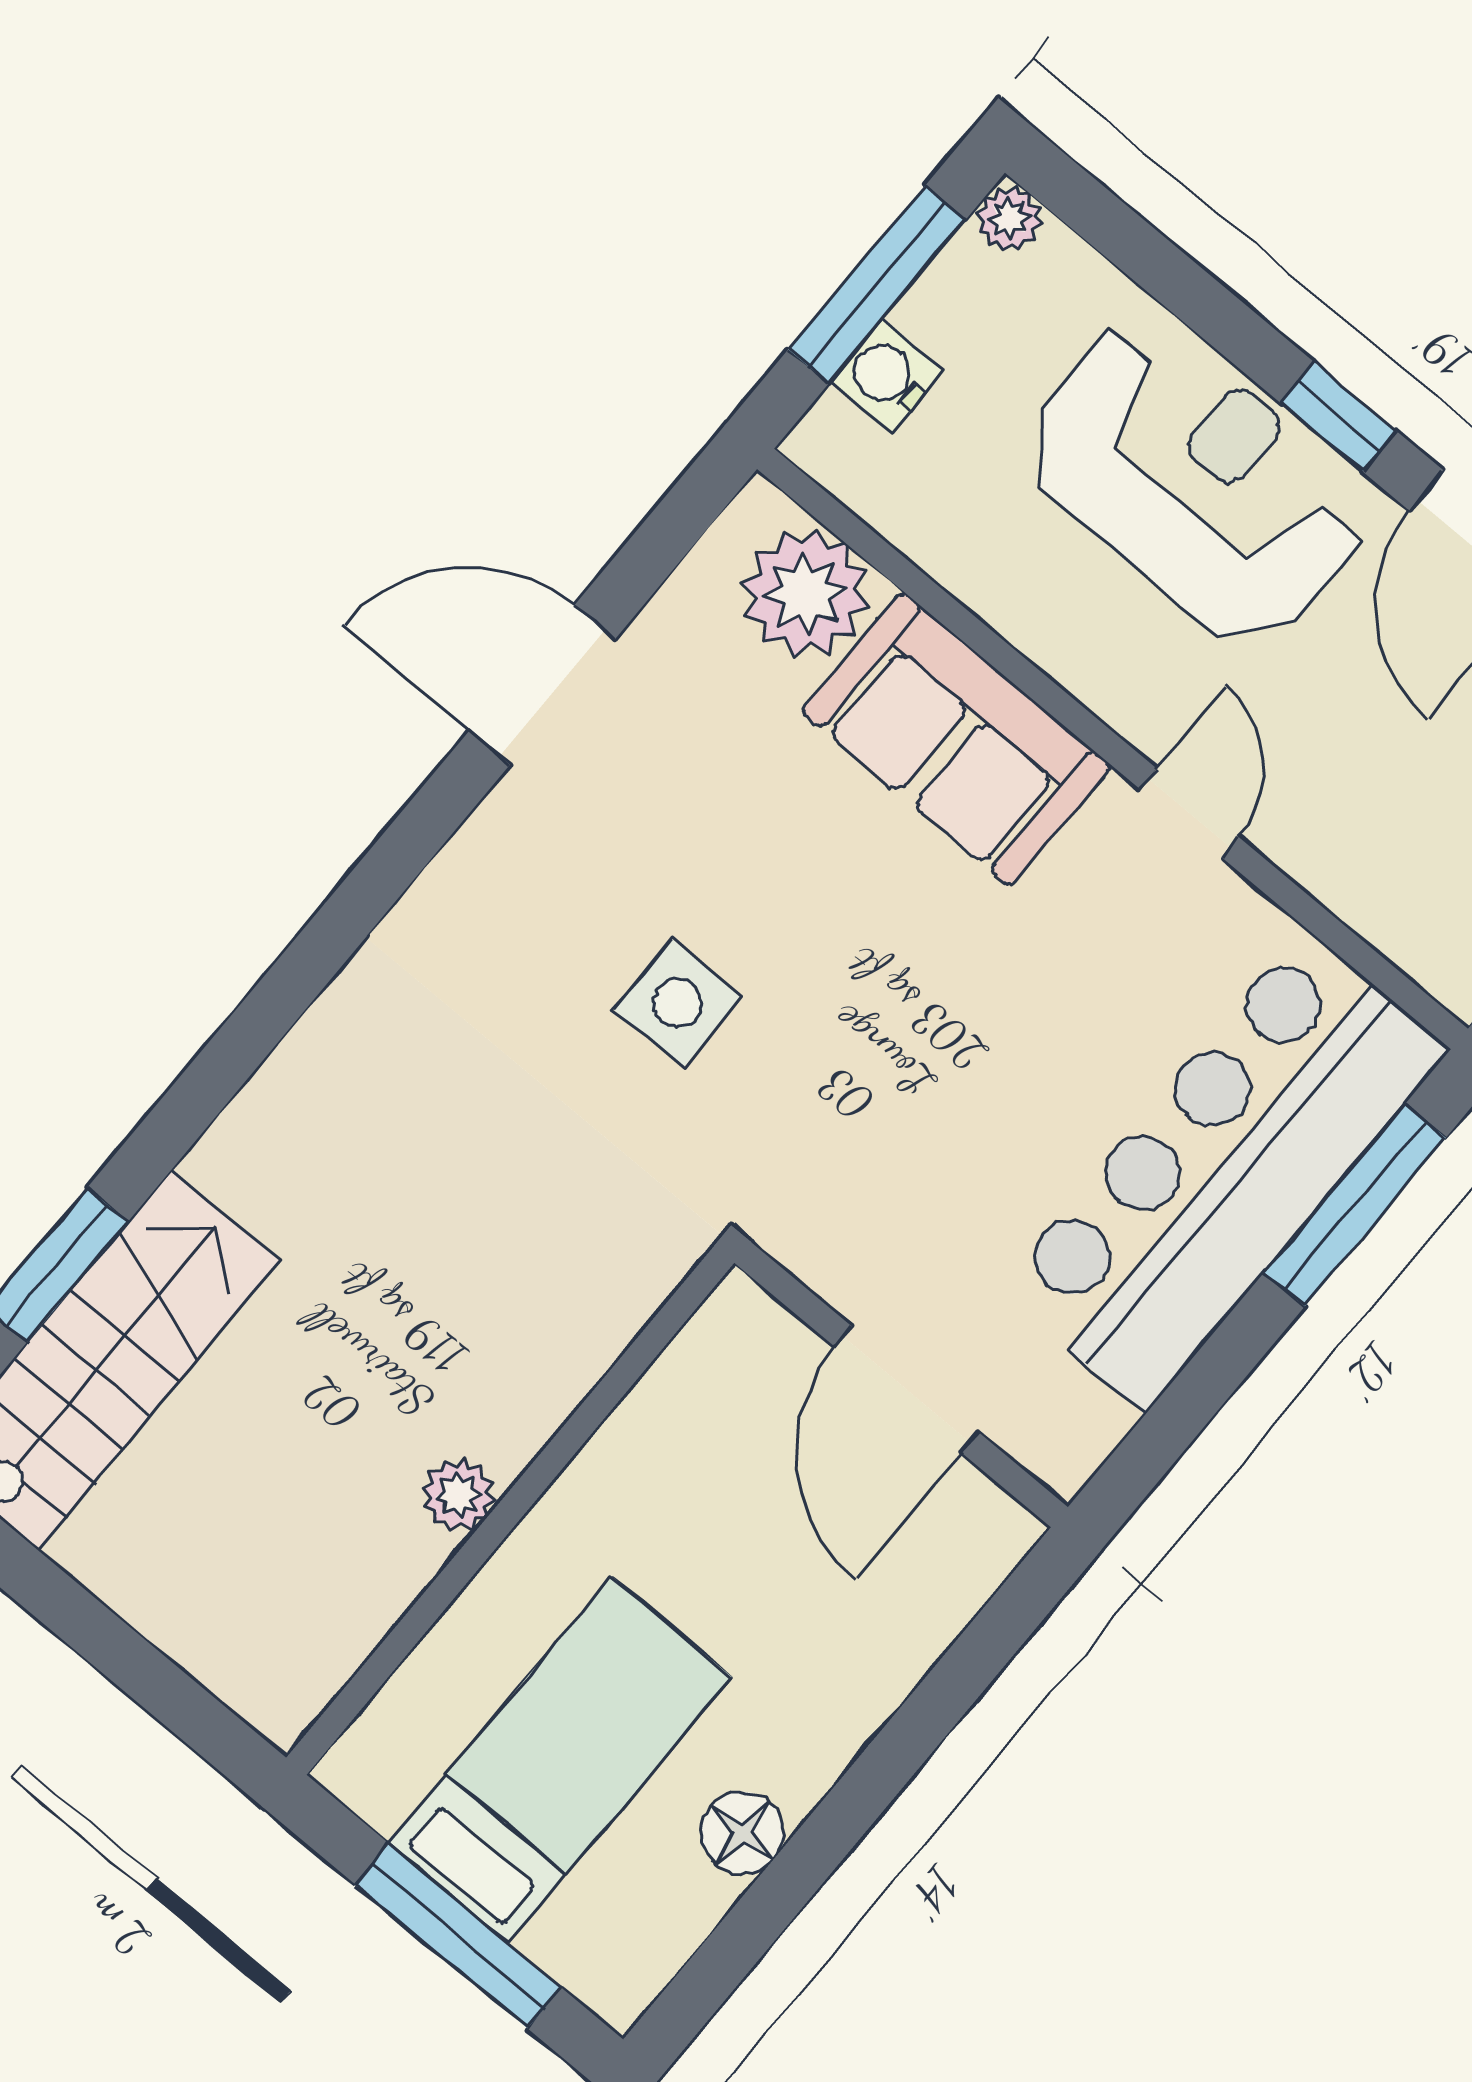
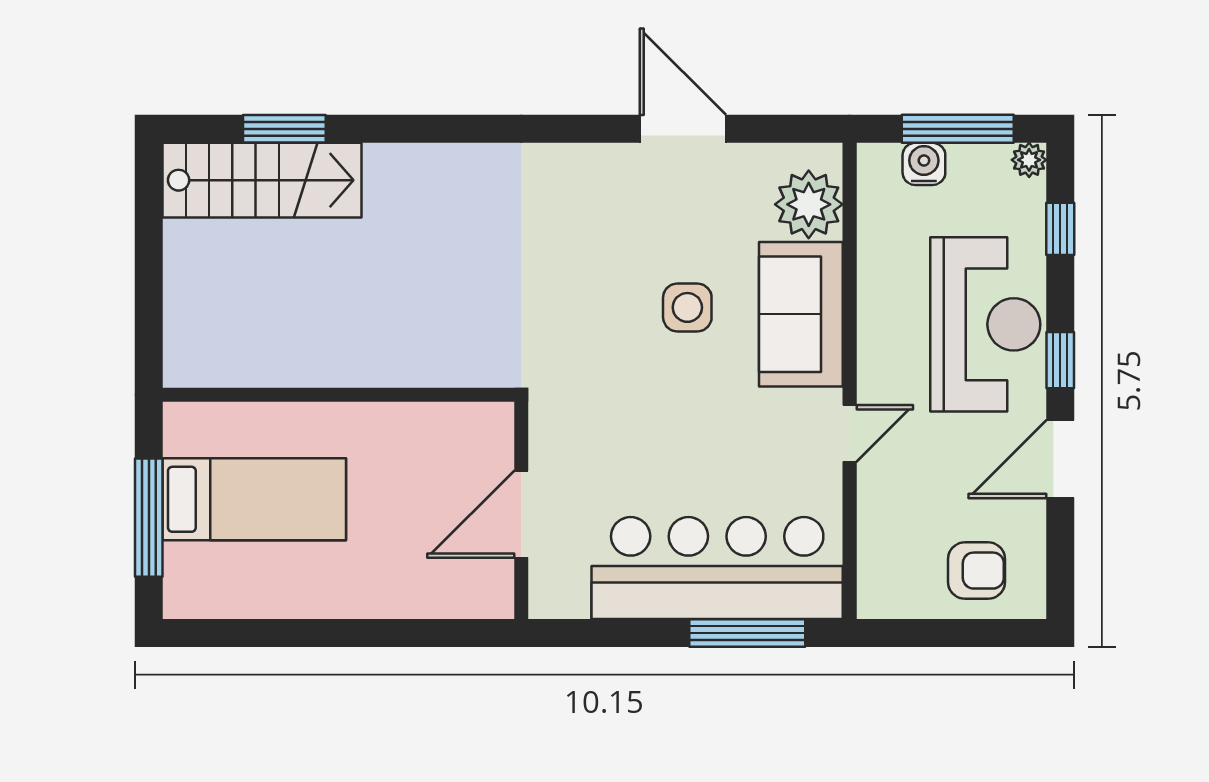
window: (1147, 257) -> (1060, 229), added
side table: (677, 1003) -> (687, 307), moved
plant: (458, 1495) -> (327, 369), removed
floor lamp: (742, 1833) -> (286, 597), removed

